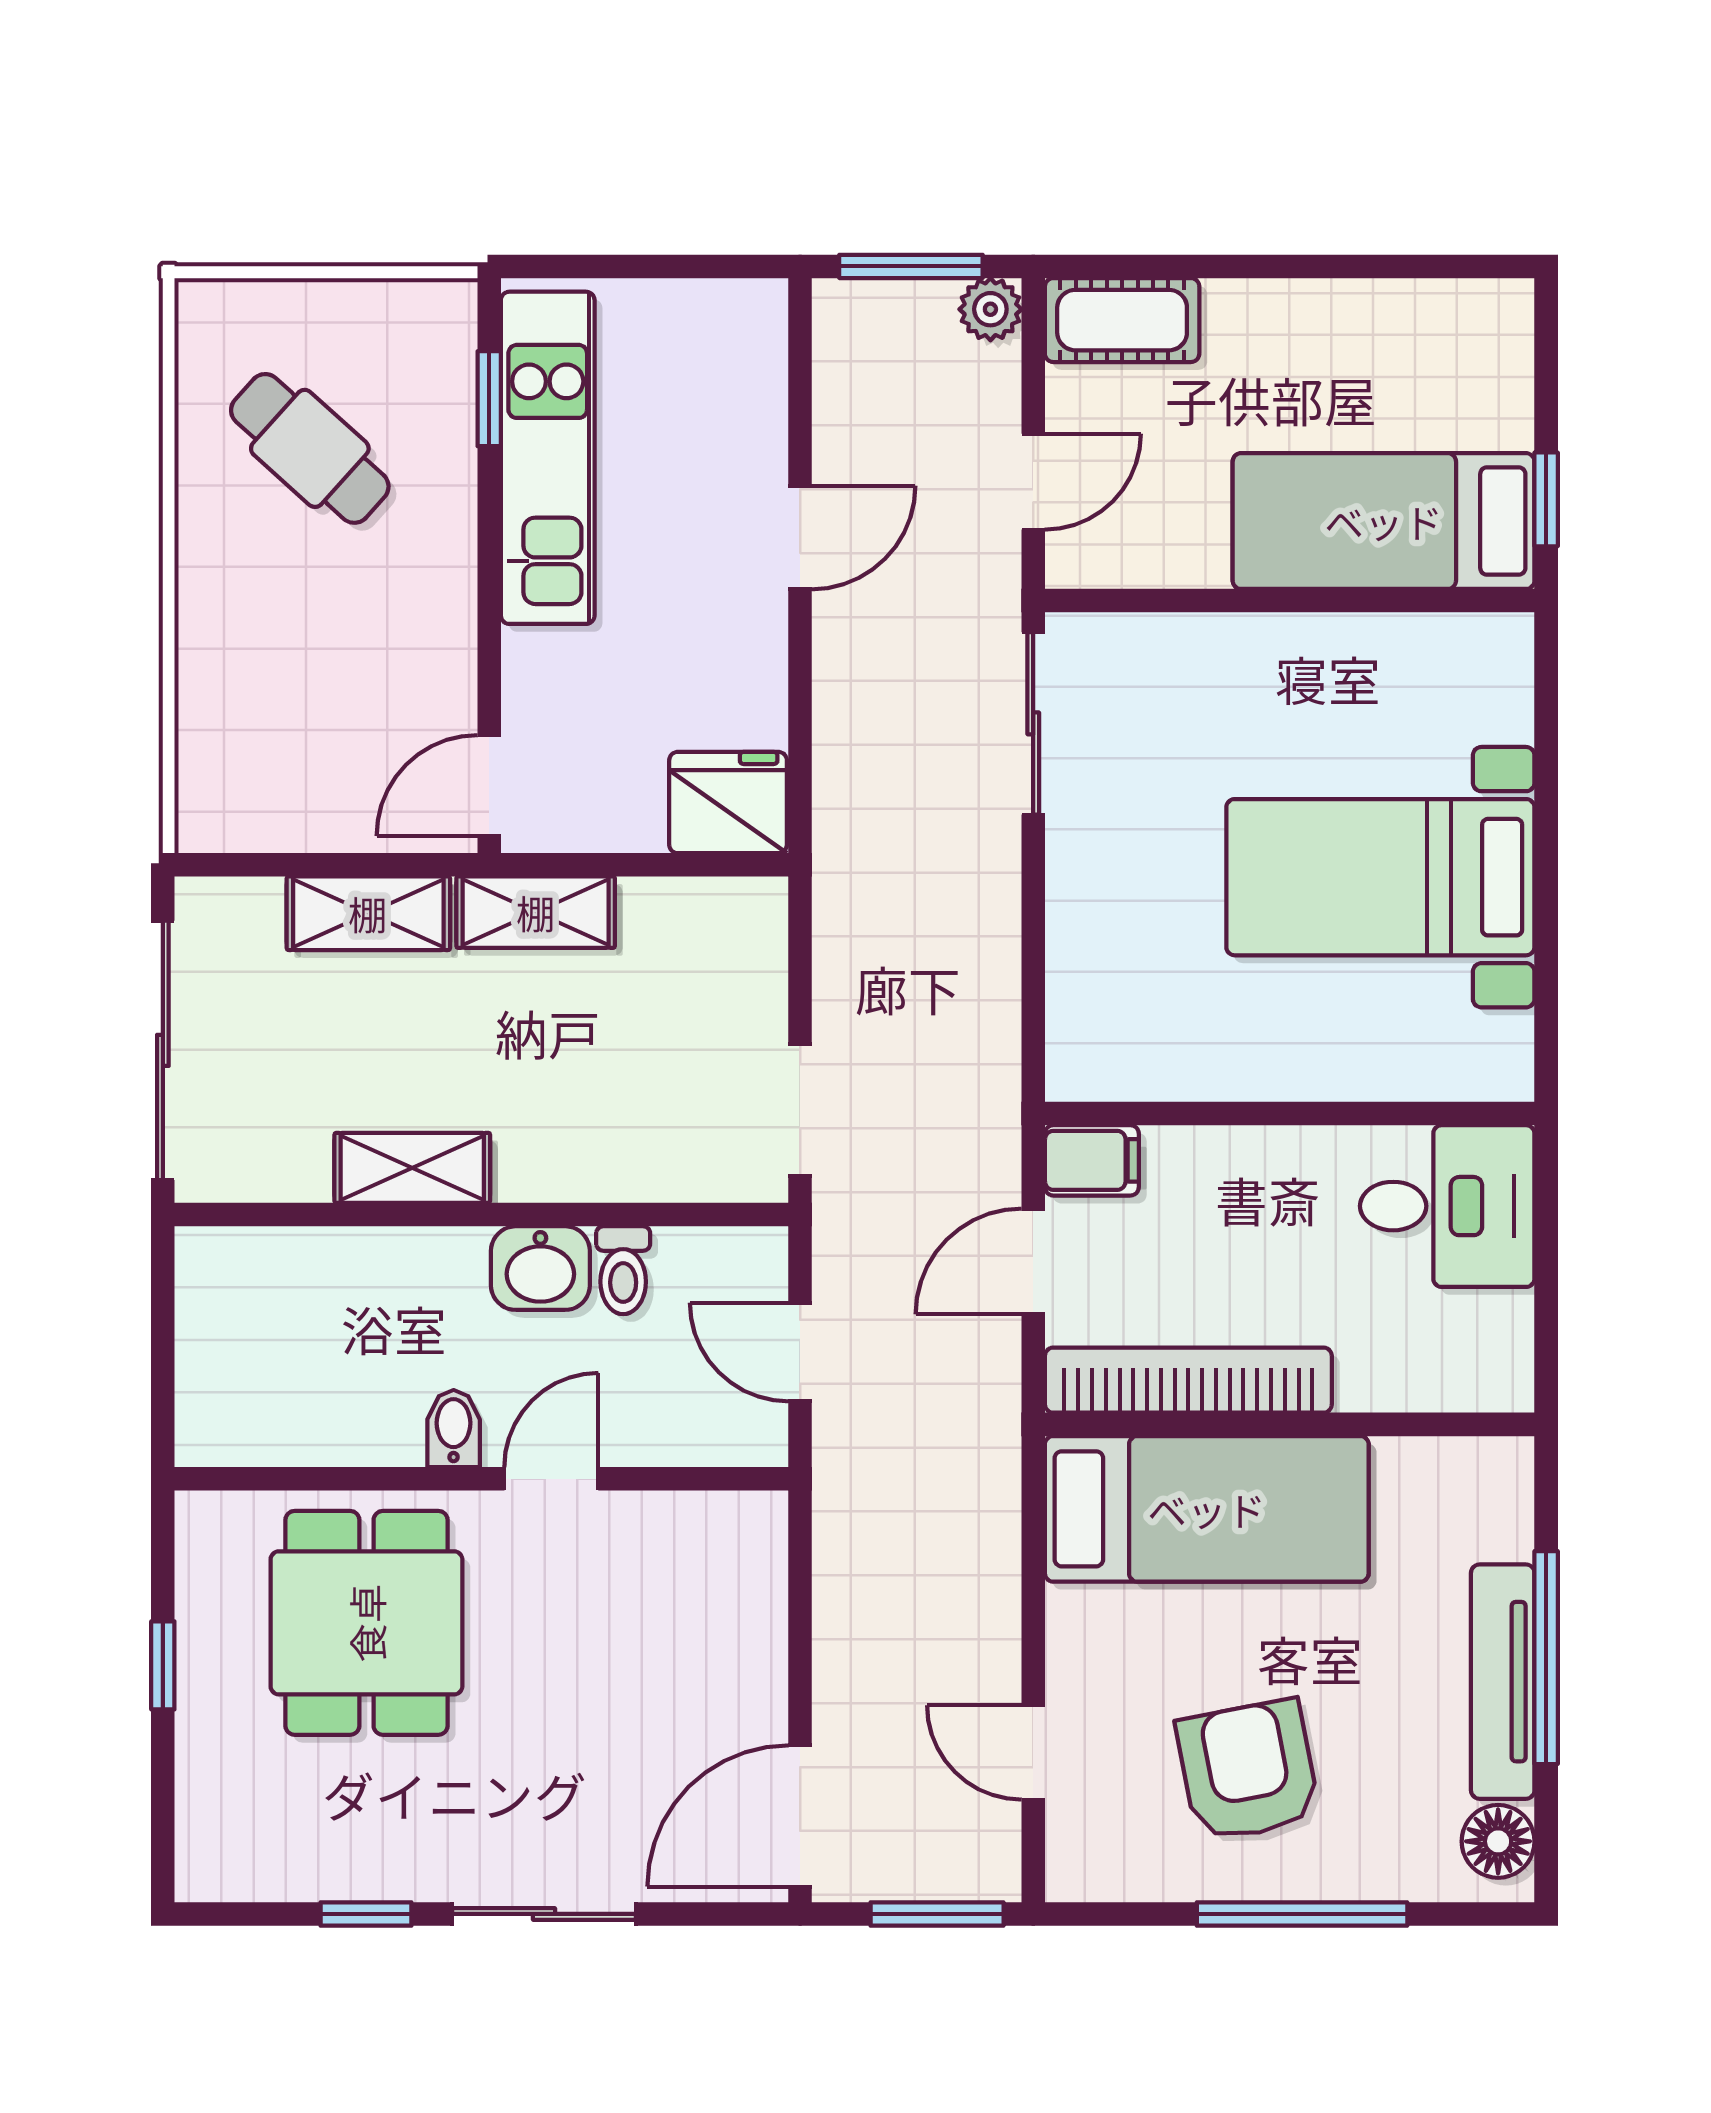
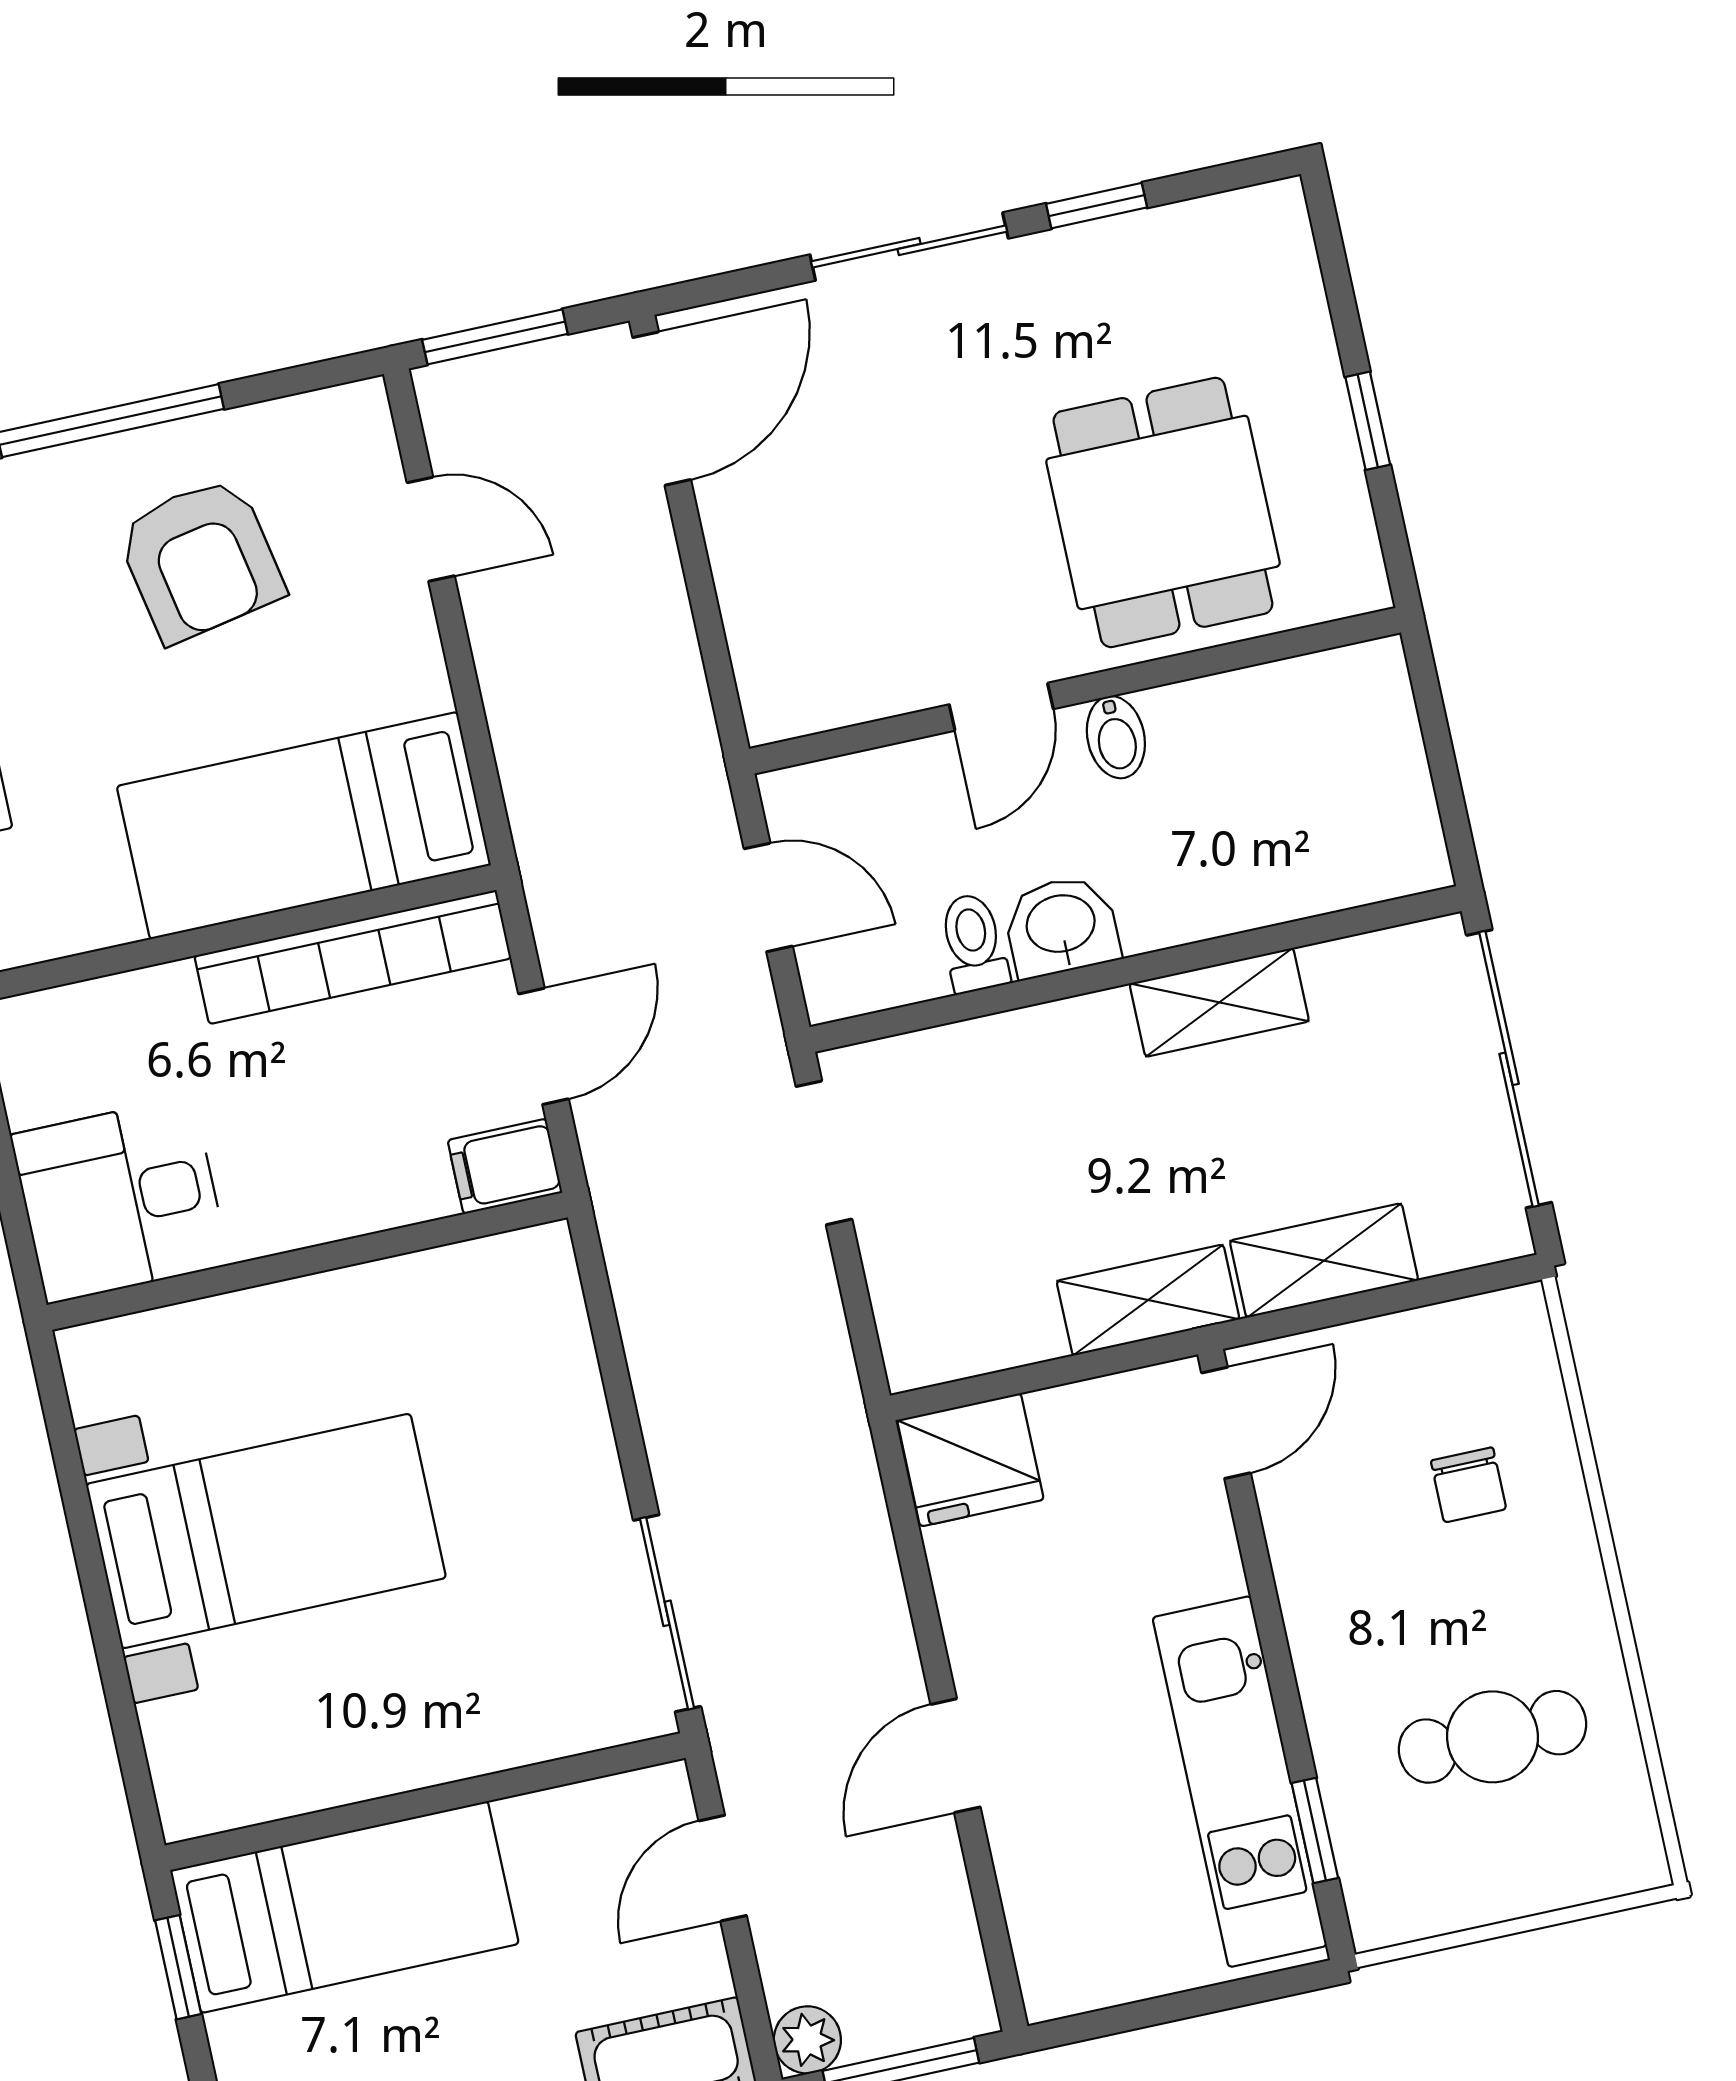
cafe table: (310, 448) -> (1493, 1737), turned -42
chair: (282, 681) -> (1468, 1485), added

